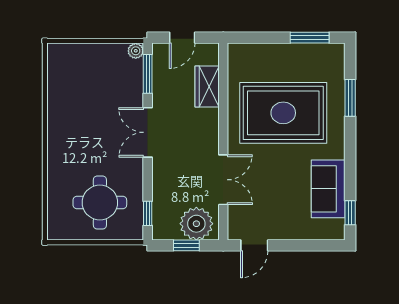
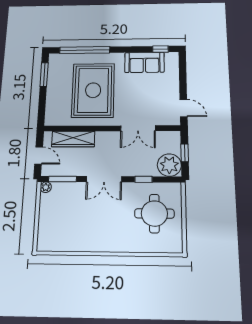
wardrobe: (207, 86) -> (73, 139), width x1.50
window: (350, 98) -> (85, 50), width x2.11
double door: (223, 180) -> (138, 128), swing flipped
window: (148, 213) -> (143, 179), moved
plant: (196, 224) -> (169, 165), moved

